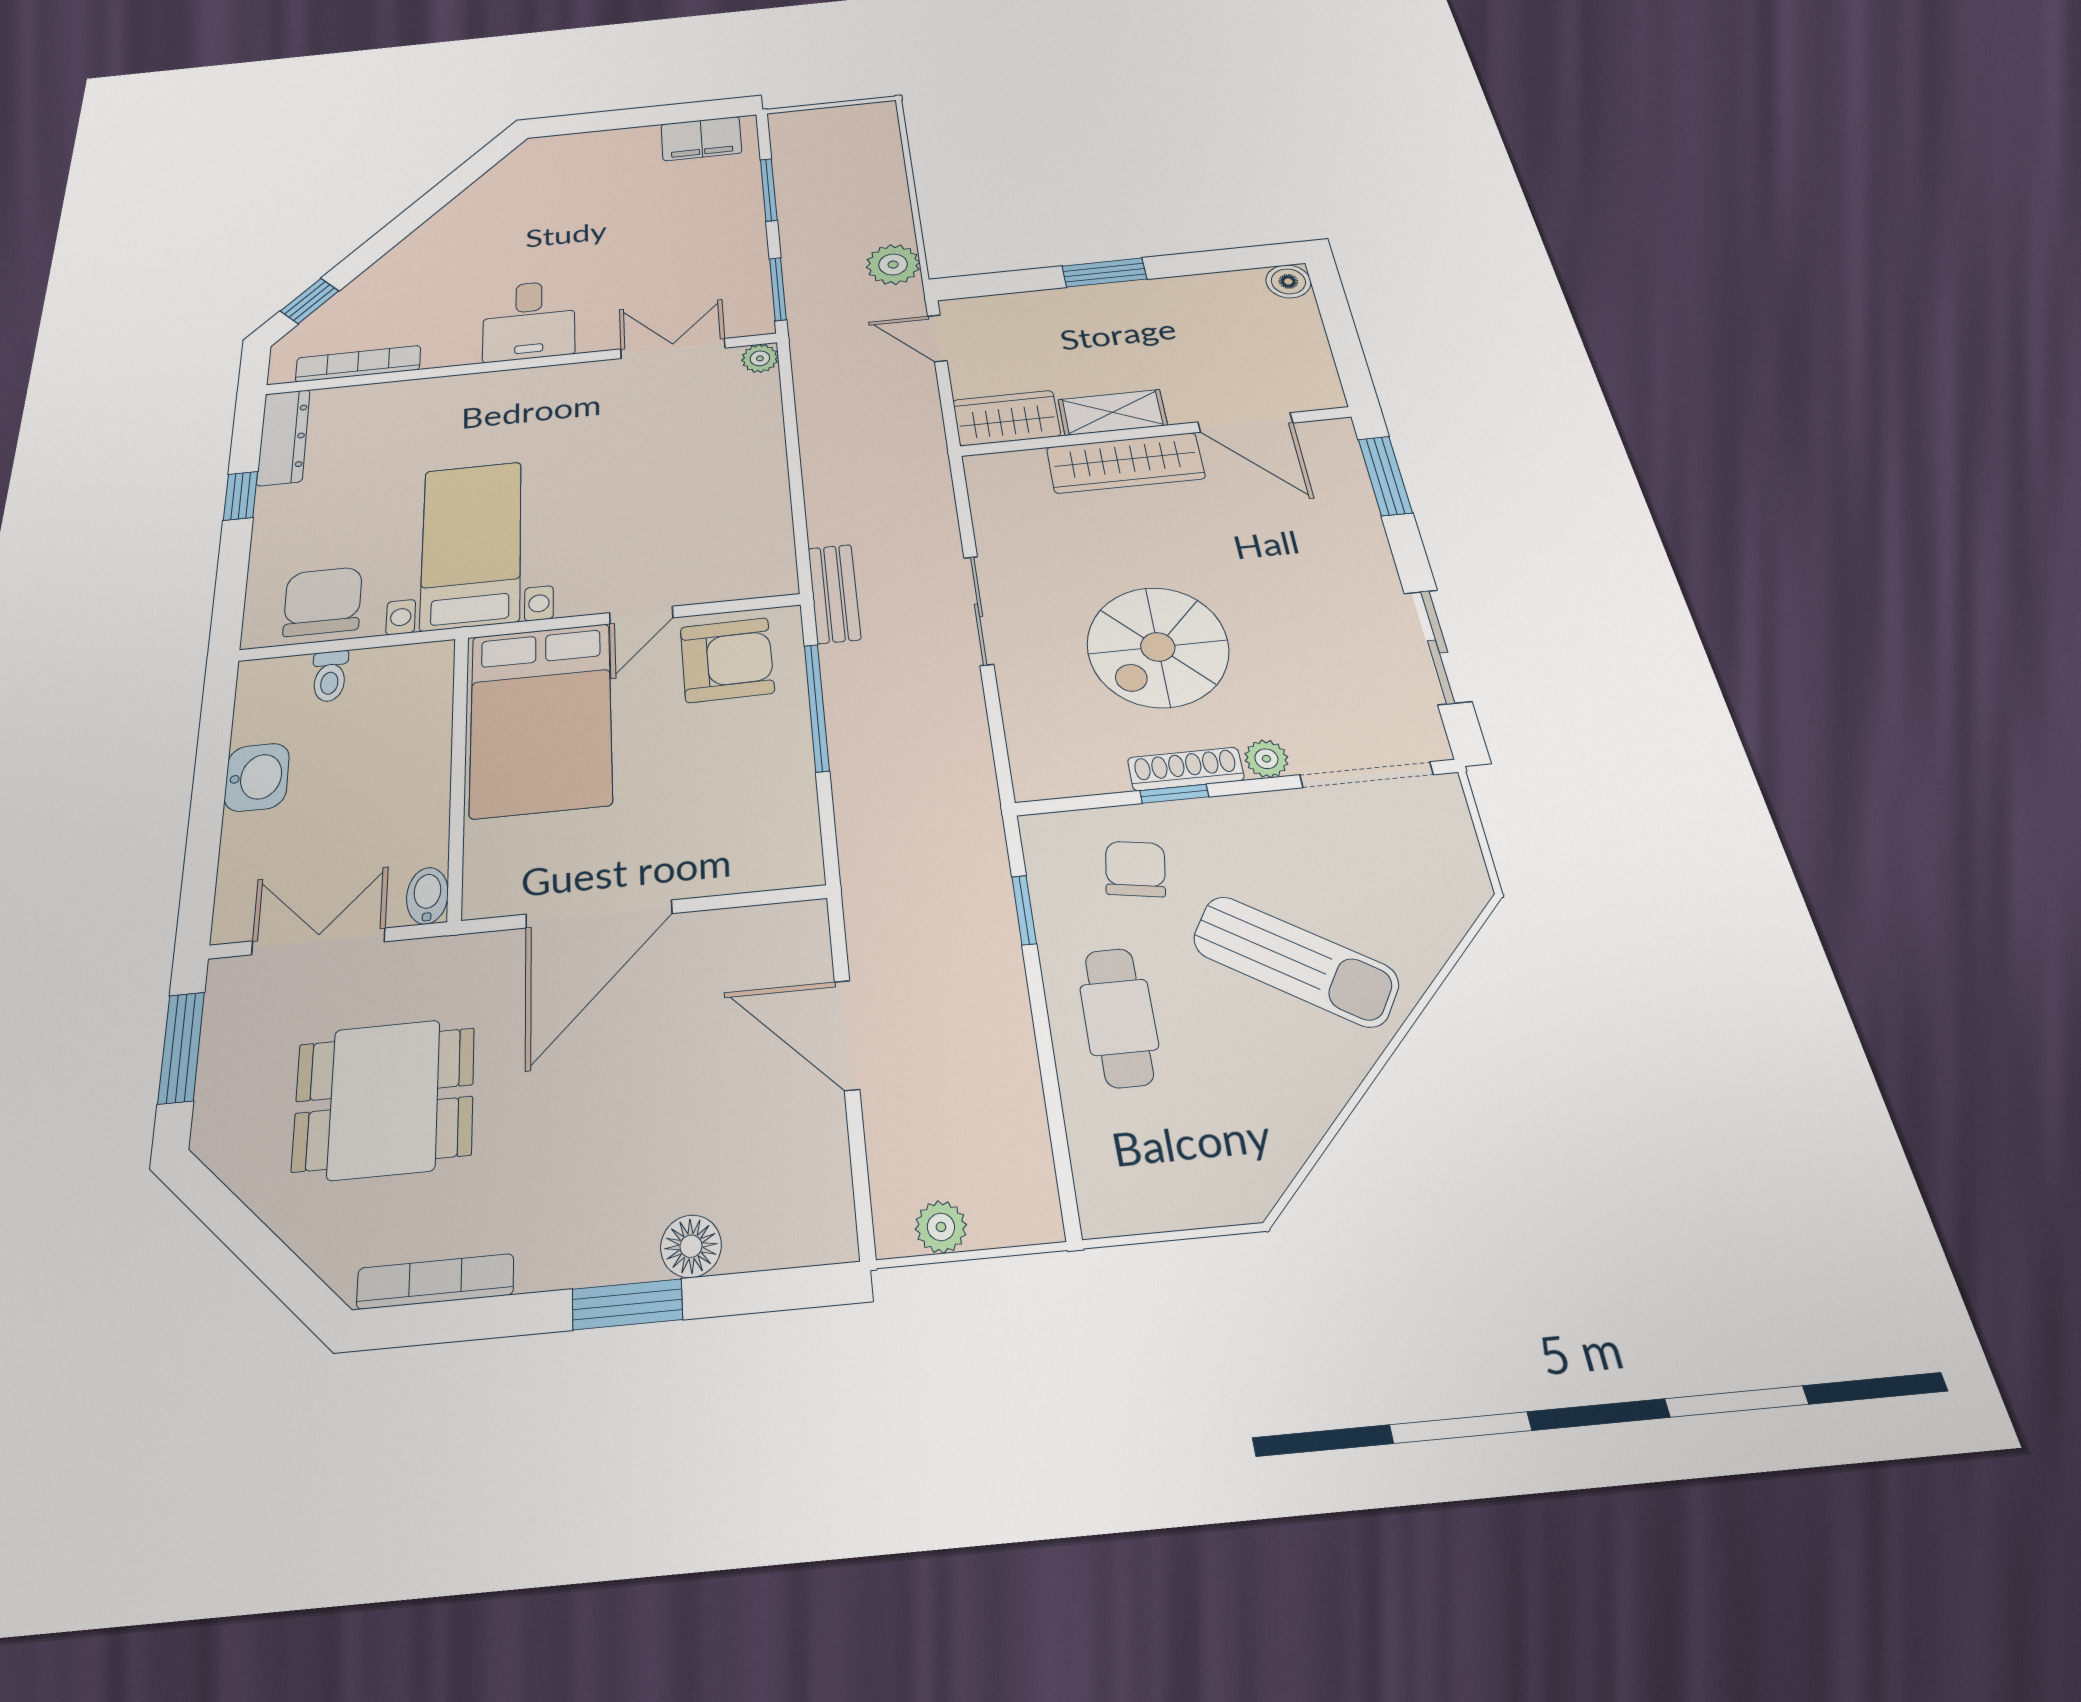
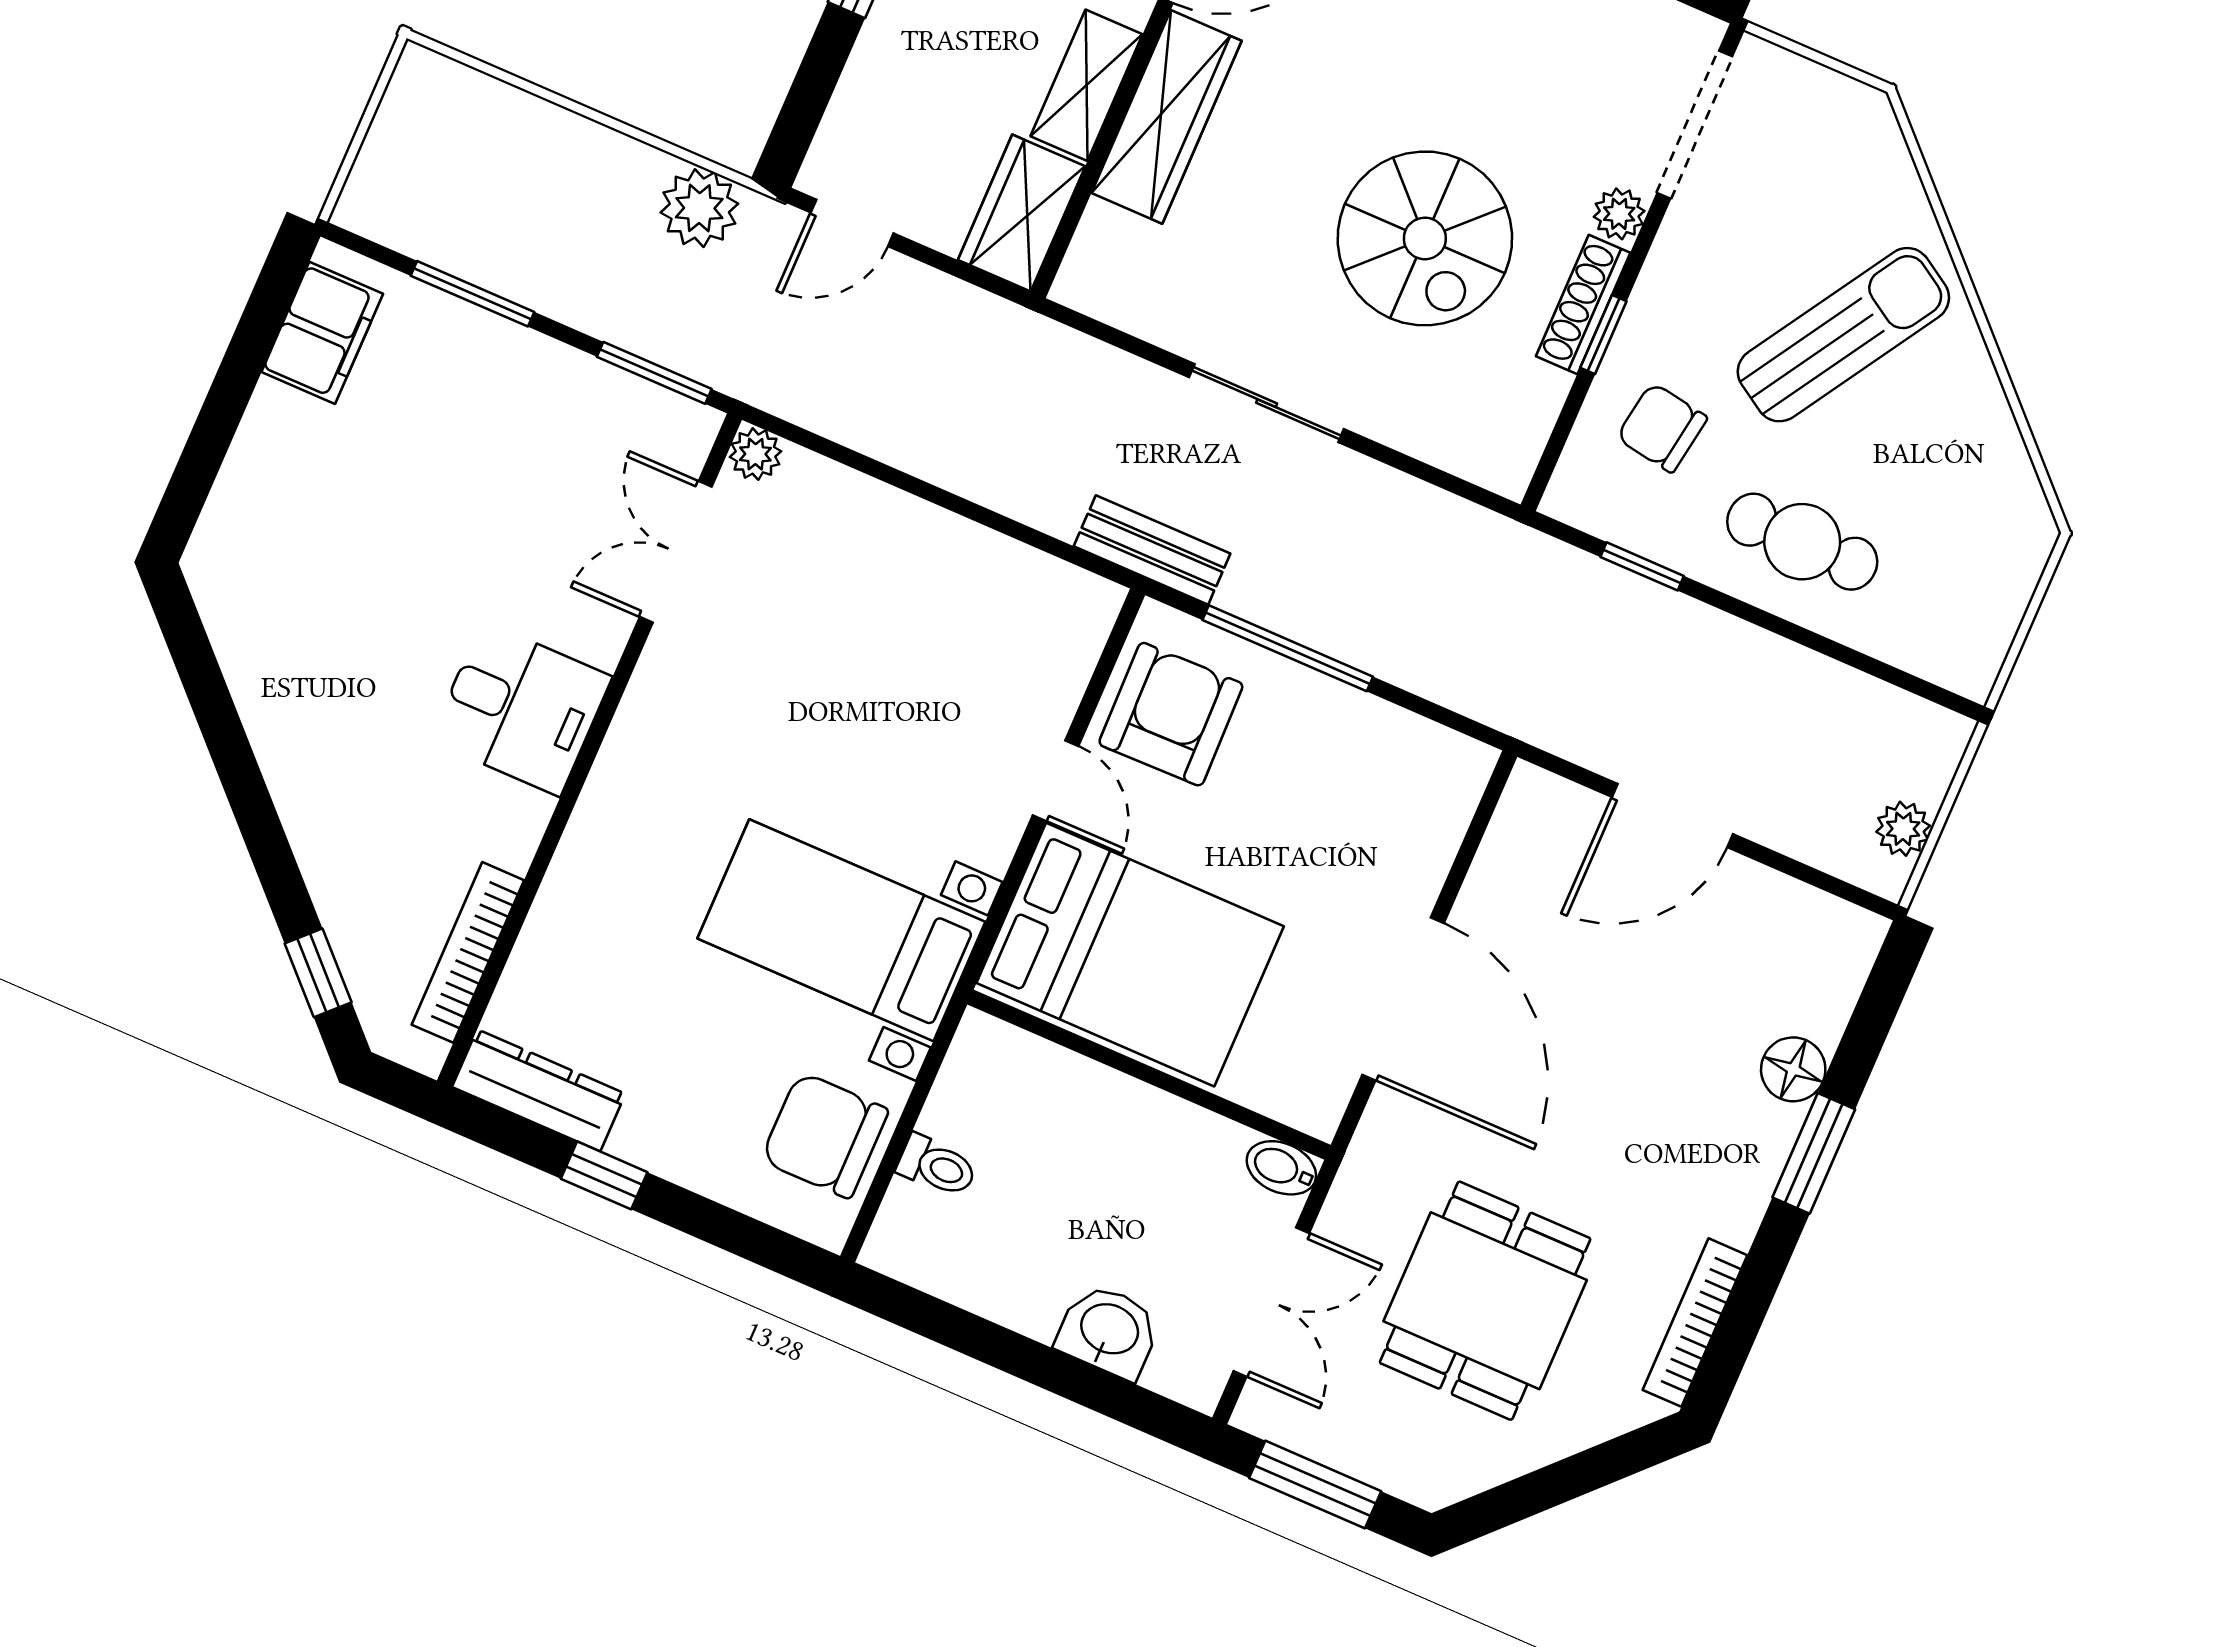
washbasin: (257, 777) -> (1109, 1331), moved
double door: (318, 941) -> (1271, 1302), swing flipped

